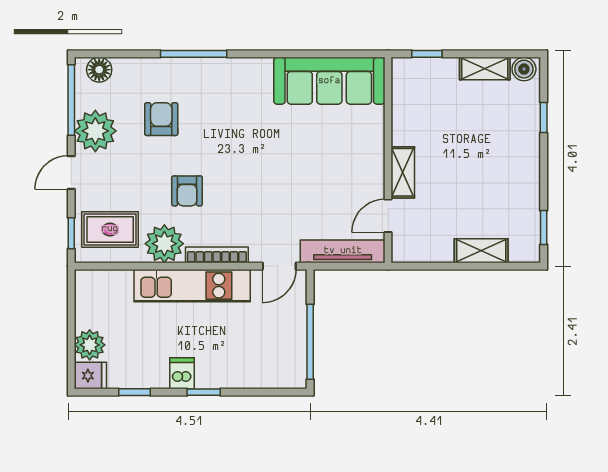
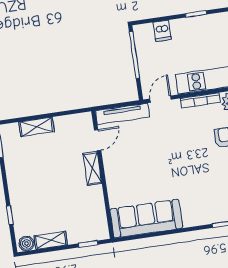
dishwasher: (182, 373) -> (162, 31), moved

